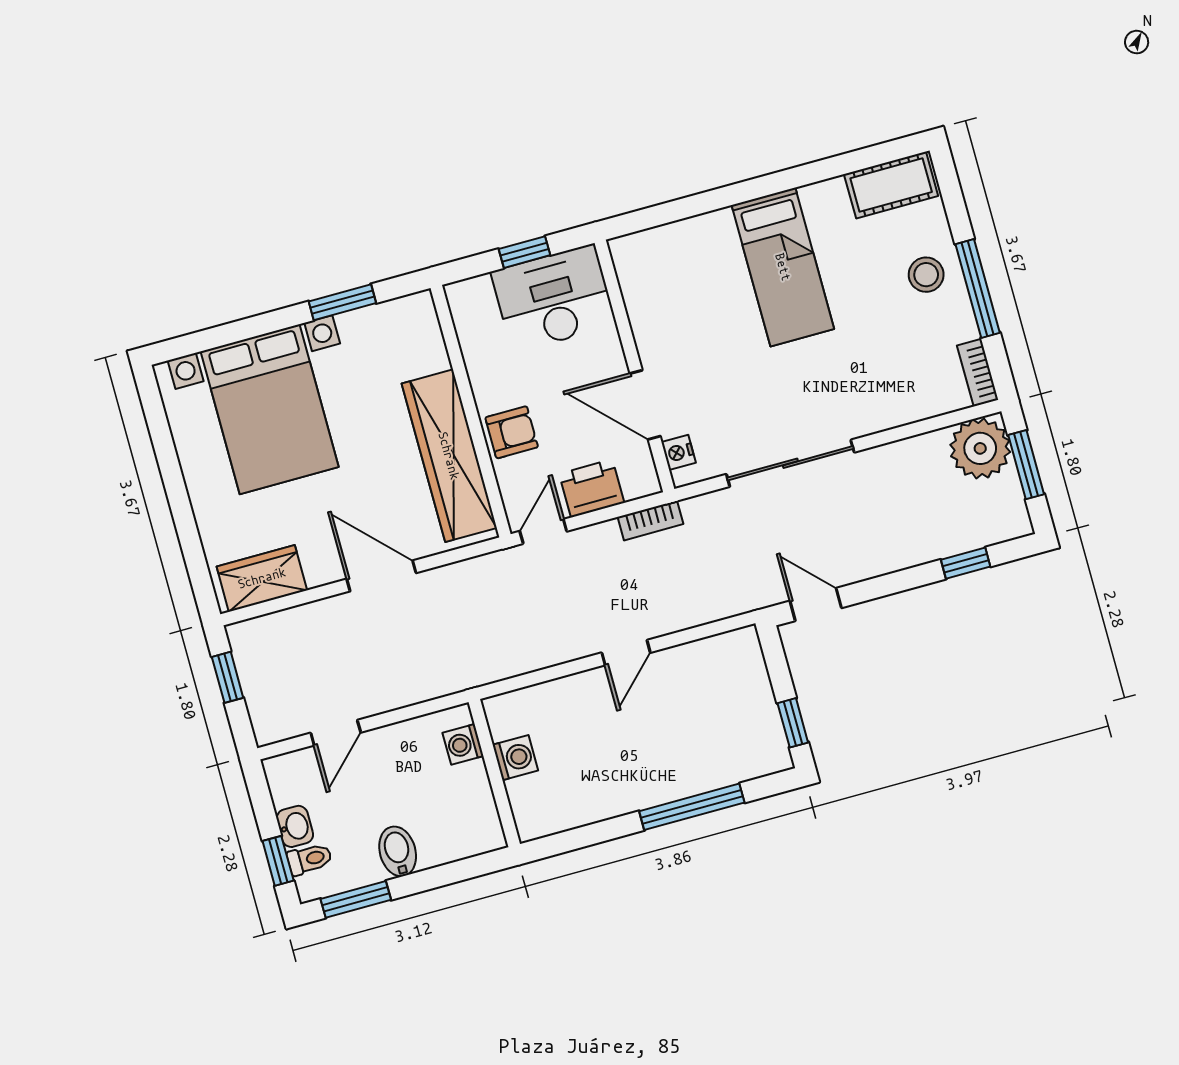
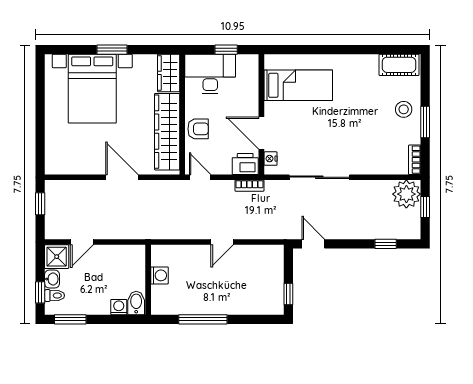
bed: (783, 267) -> (298, 85), moved, turned -90
window: (978, 288) -> (425, 122), width x0.69
desk: (554, 298) -> (210, 74), moved
window: (342, 302) -> (112, 50), moved
window: (1026, 465) -> (425, 207), width x0.67
printer: (592, 488) -> (245, 164), moved
door: (543, 531) -> (200, 177), hinge flipped
wardrobe: (262, 578) -> (169, 73), moved, turned -90
washing machine: (463, 744) -> (119, 307), moved, turned 90
shower: (292, 777) -> (57, 257), added
window: (692, 807) -> (203, 319), moved
bidet: (398, 851) -> (136, 303), moved

